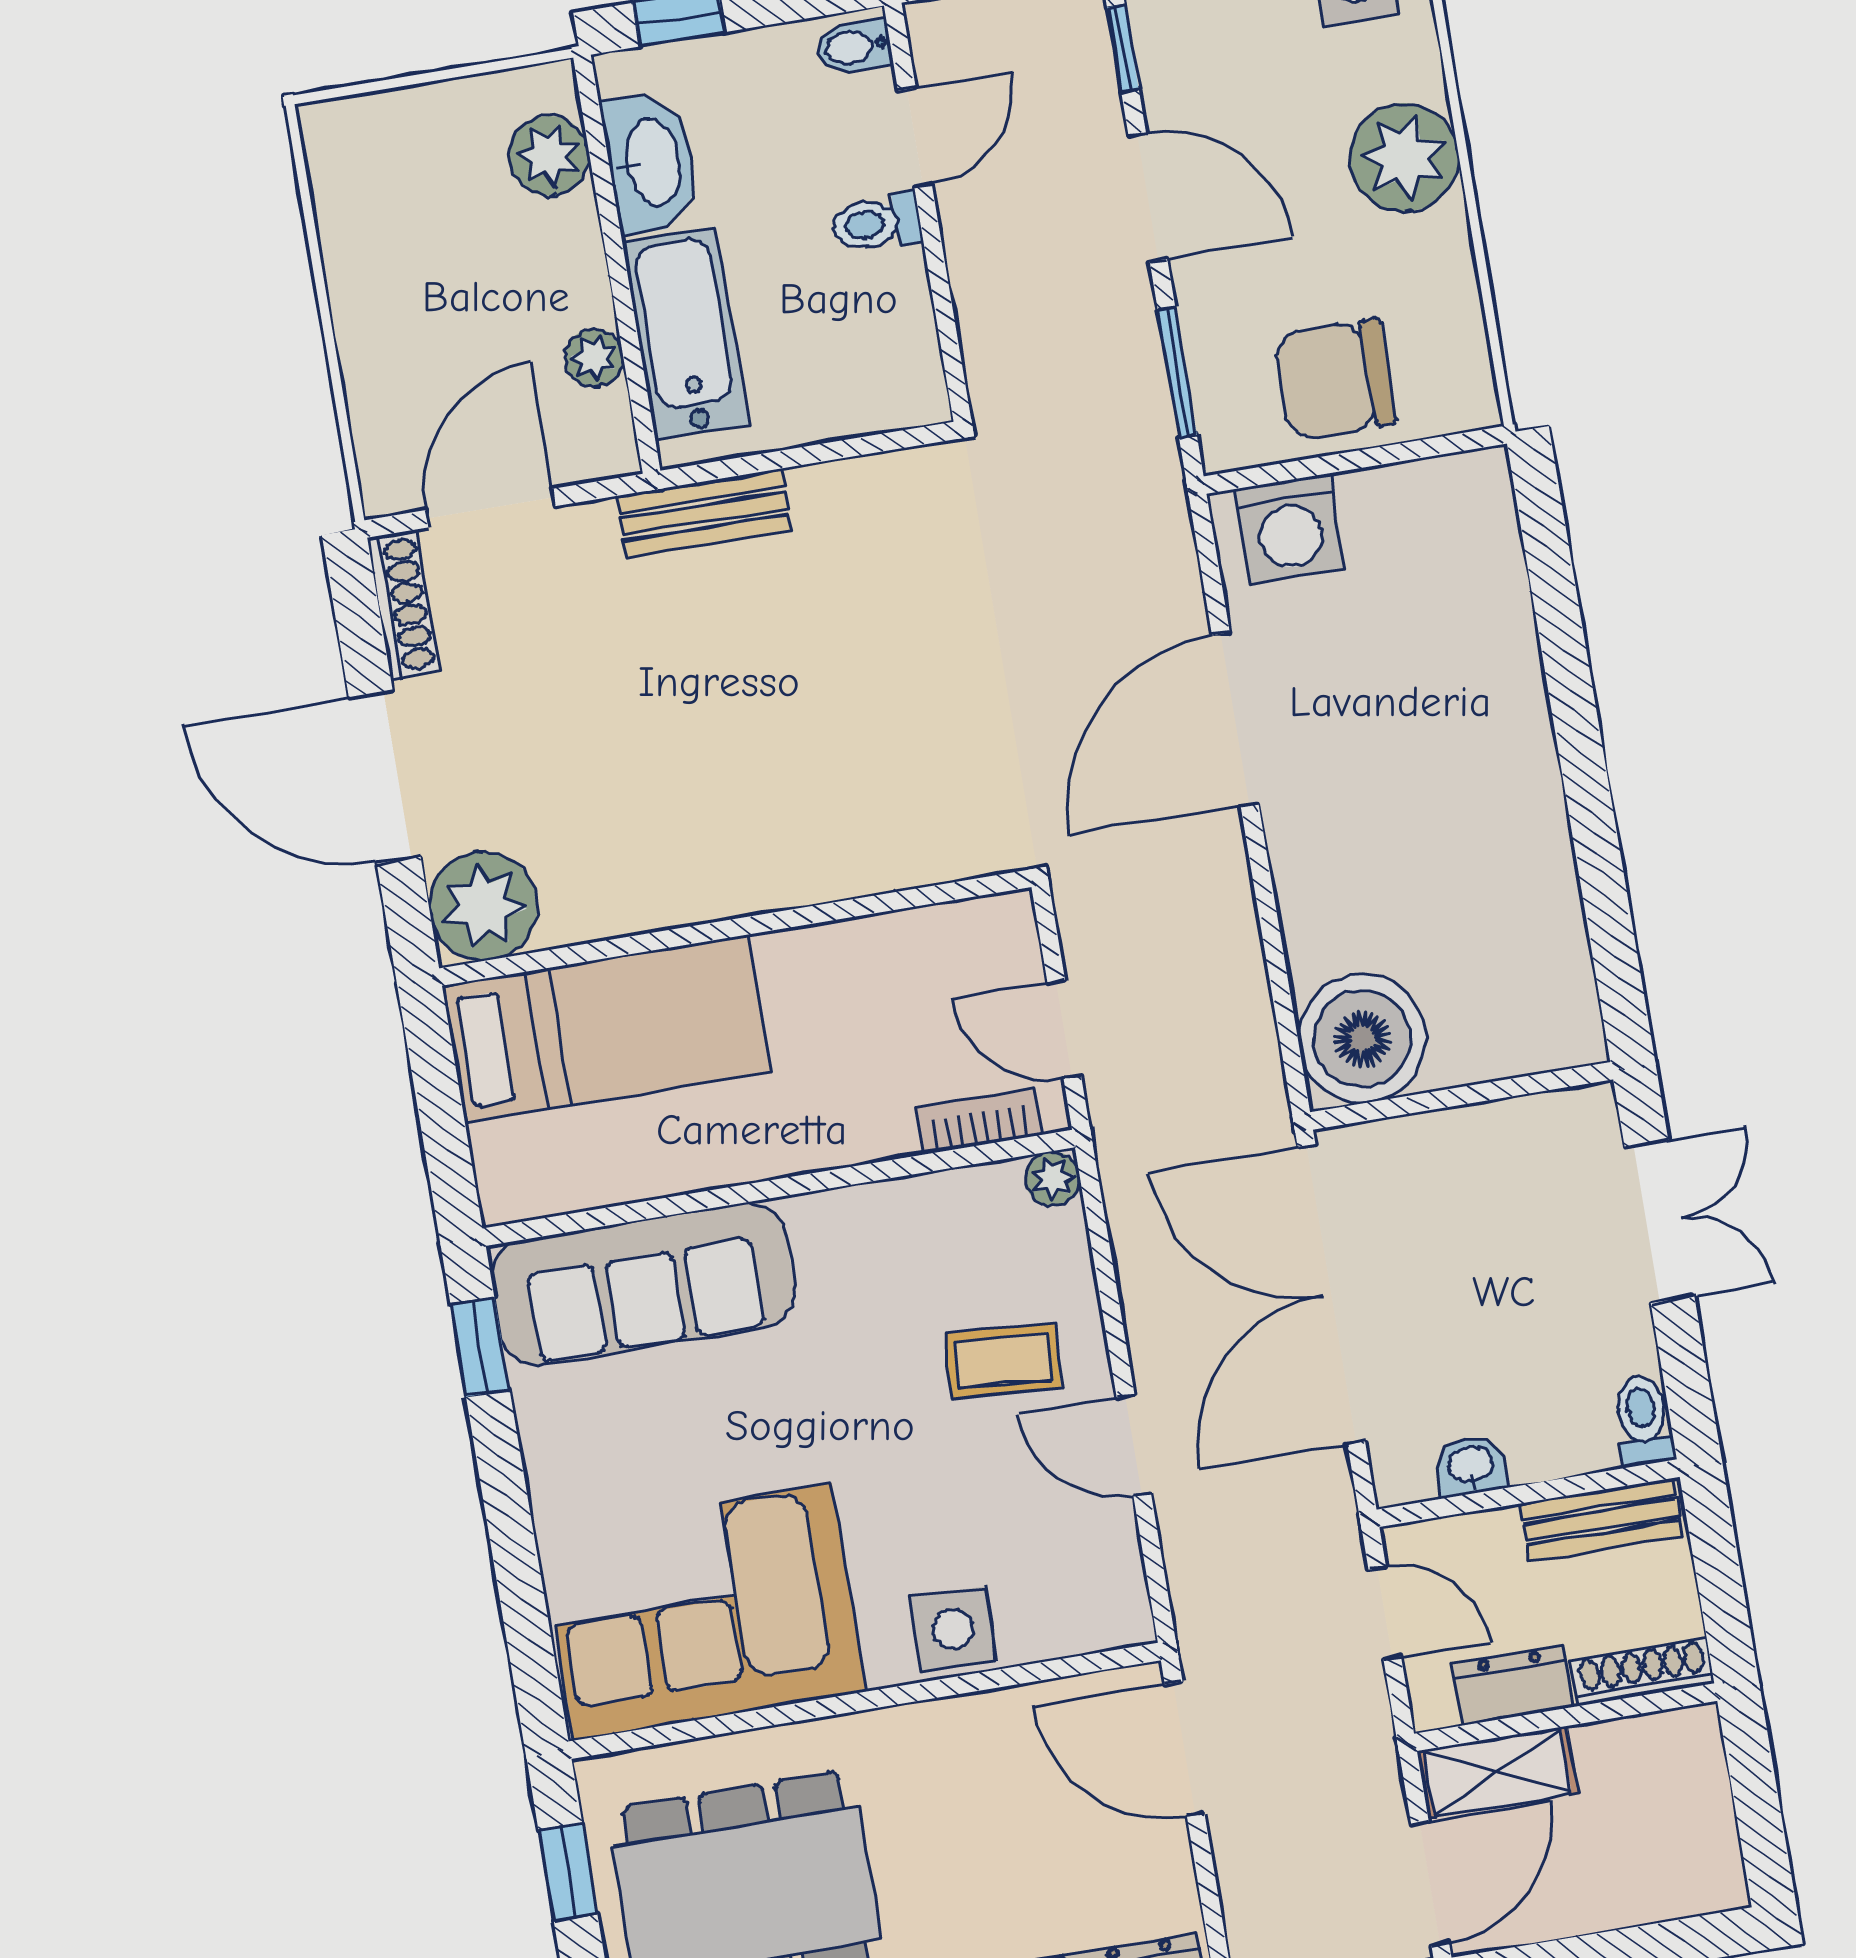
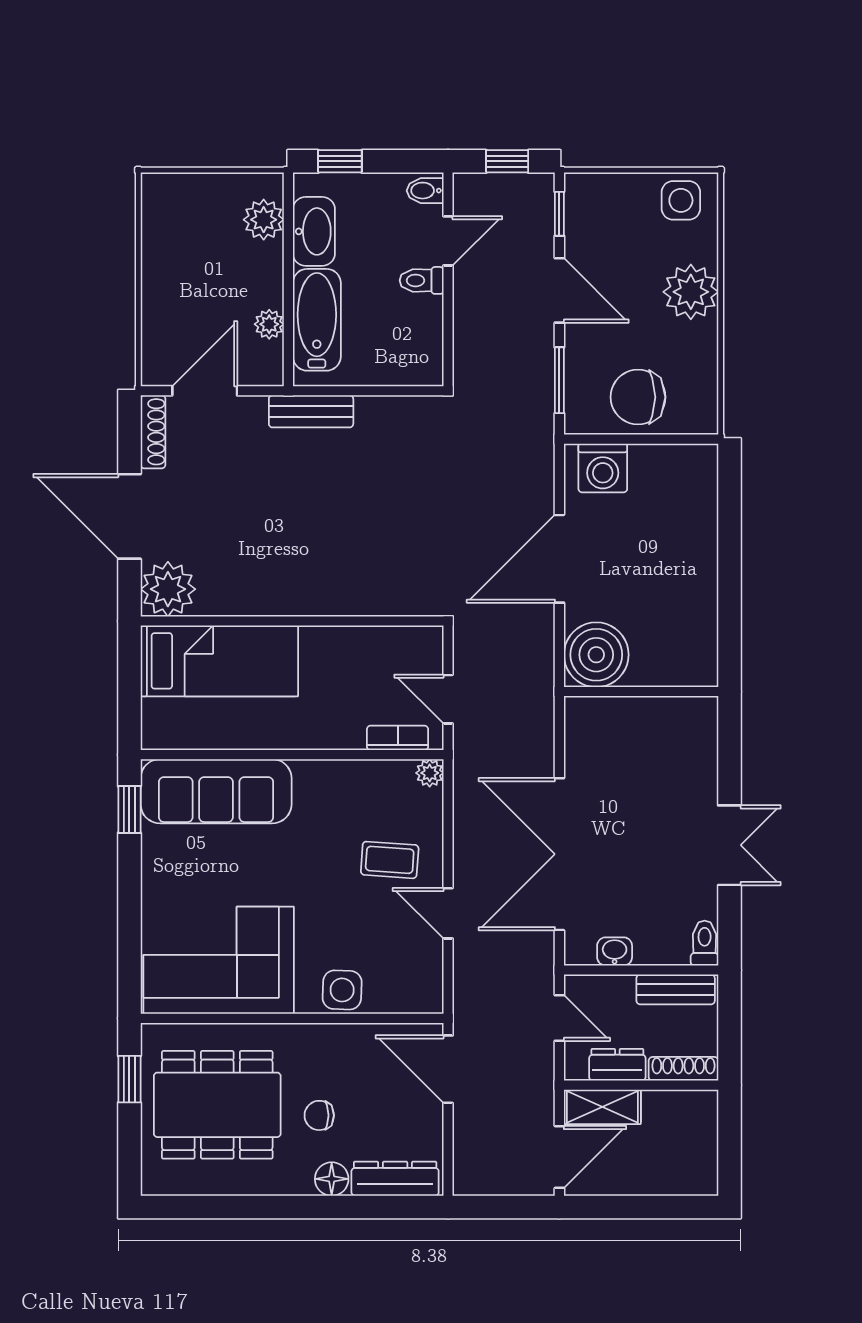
boiler: (1362, 1039) -> (596, 655), moved
wall: (1462, 1096) -> (641, 692), moved
chair: (949, 1881) -> (319, 1115), added

